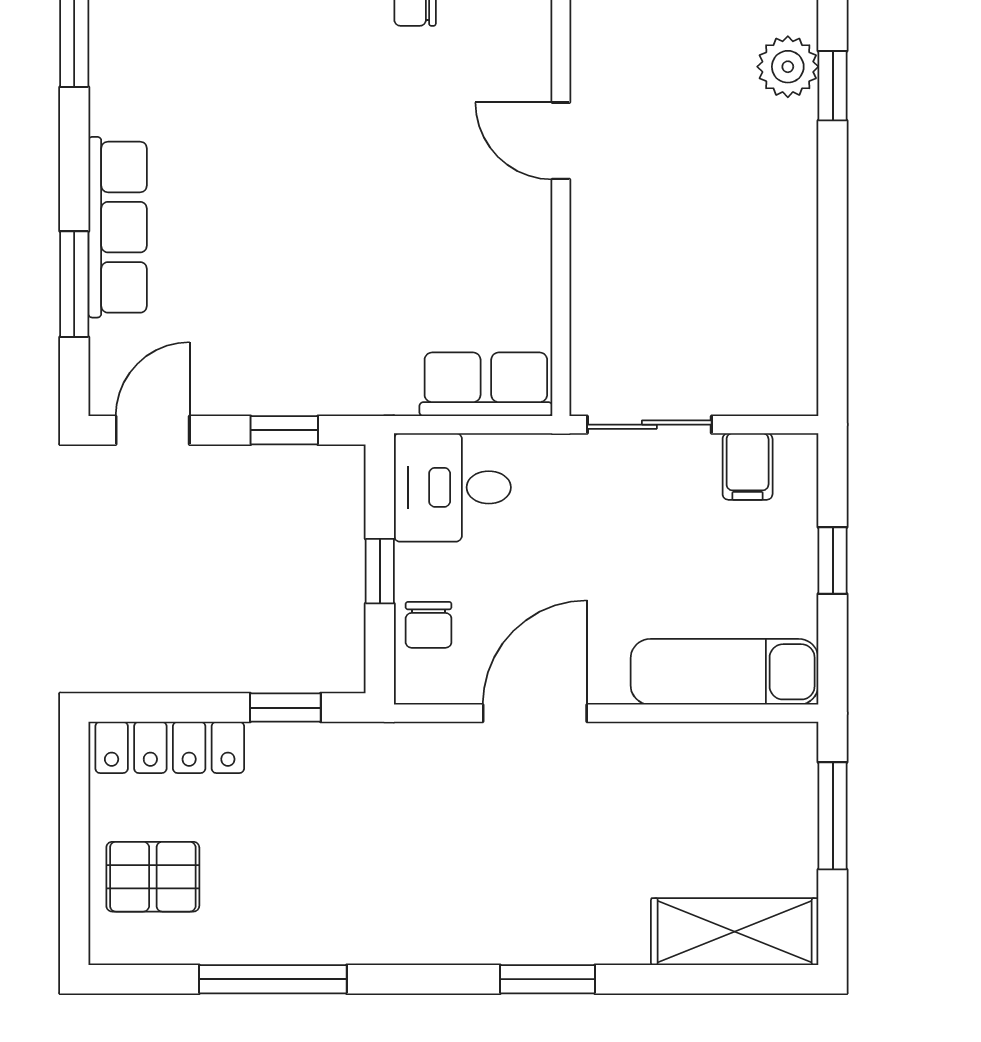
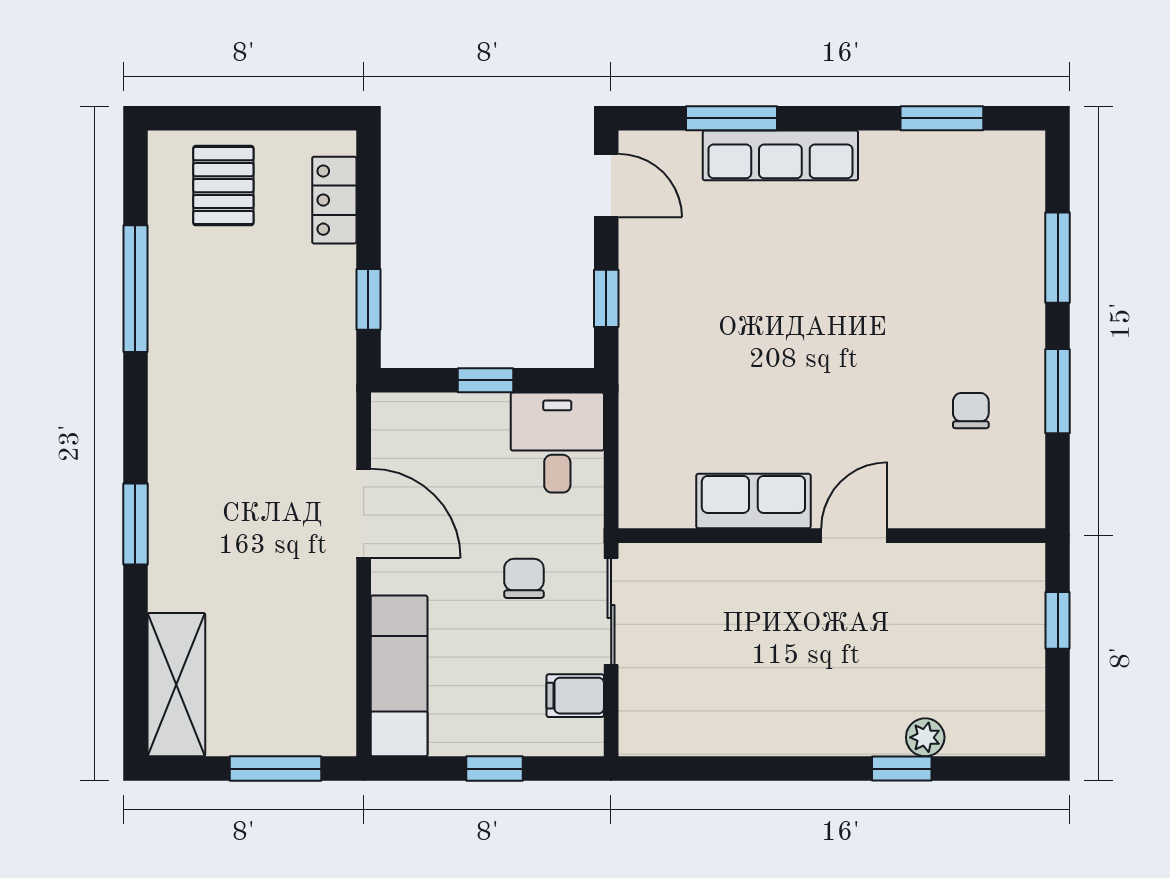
plant: (788, 67) -> (925, 737), width x0.73, depth x0.73
row of seats: (486, 384) -> (753, 501), moved, turned -90
chair: (429, 625) -> (524, 578), moved, turned 90
locker: (170, 747) -> (334, 200), width x0.66

